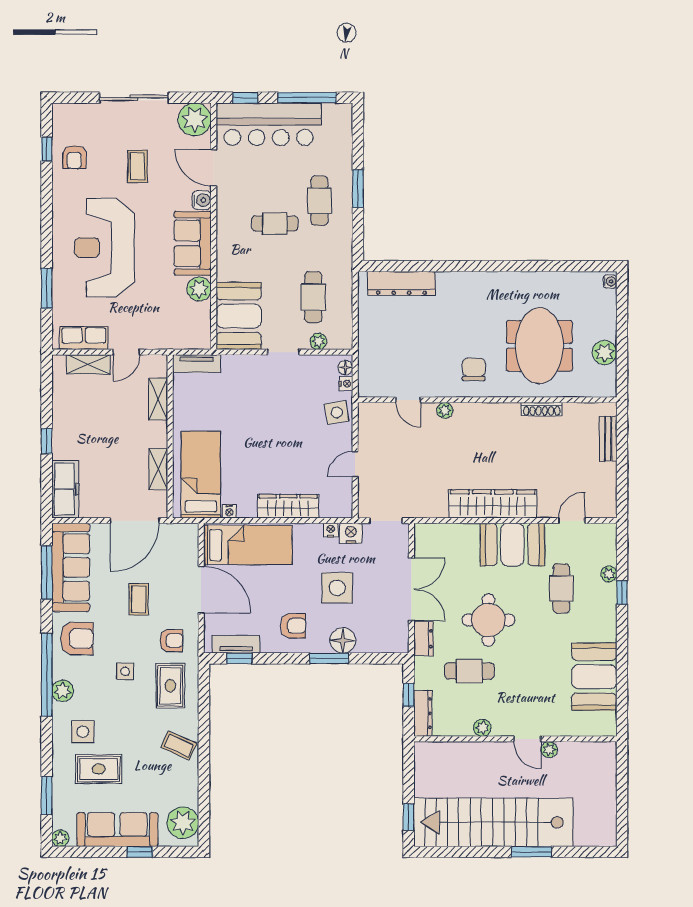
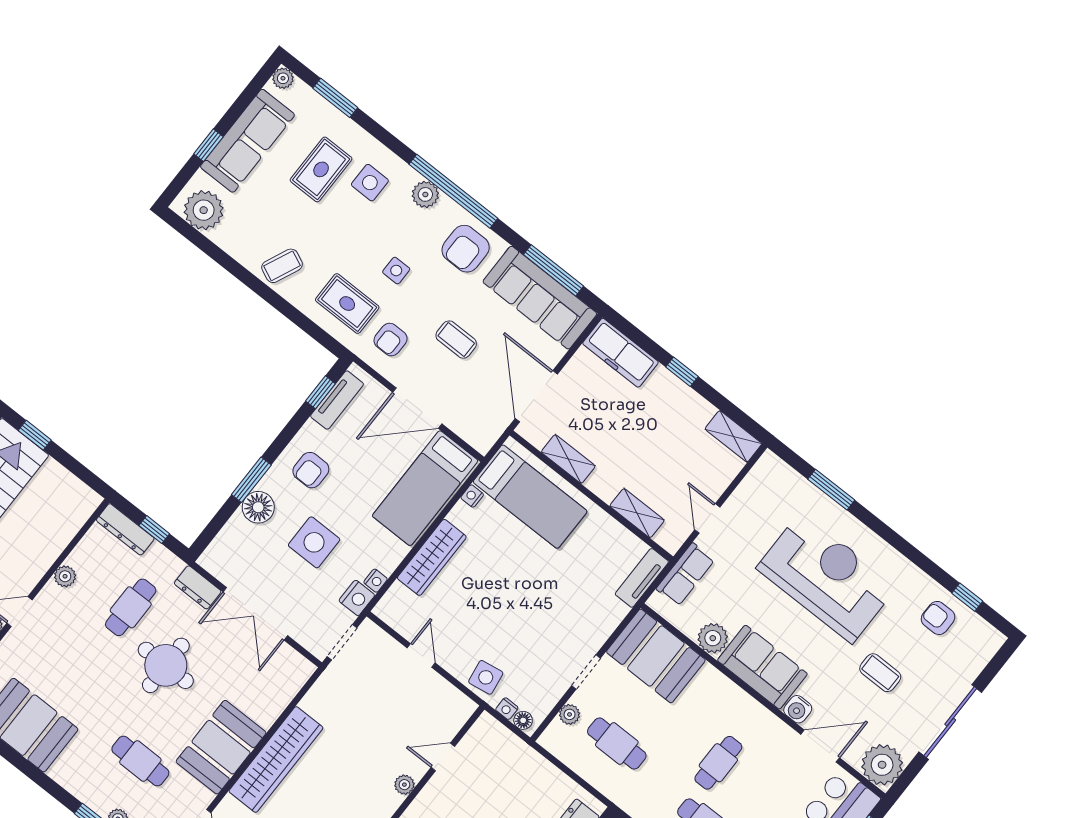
row of seats: (84, 338) -> (685, 574), moved
shelving: (88, 364) -> (733, 436), moved, turned 90

